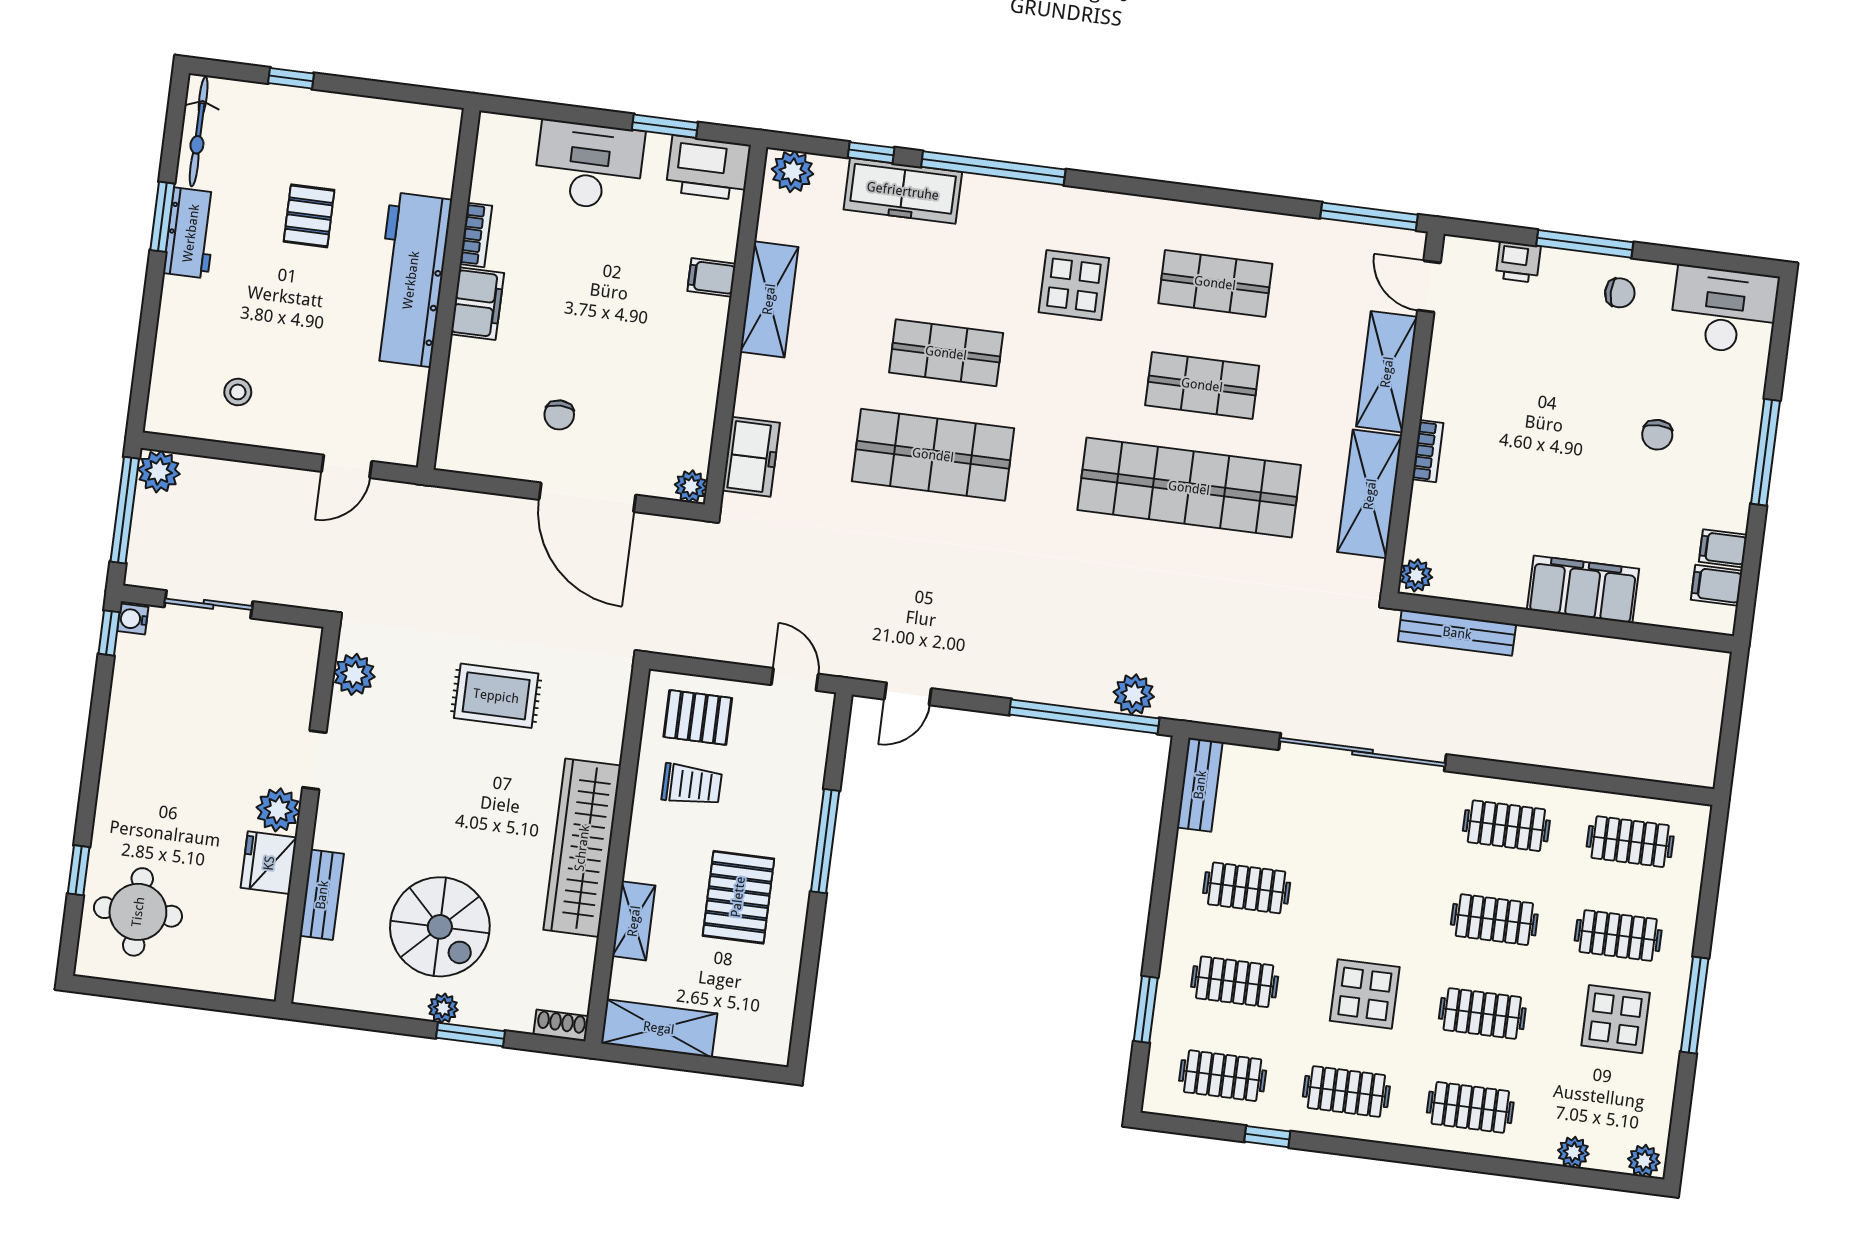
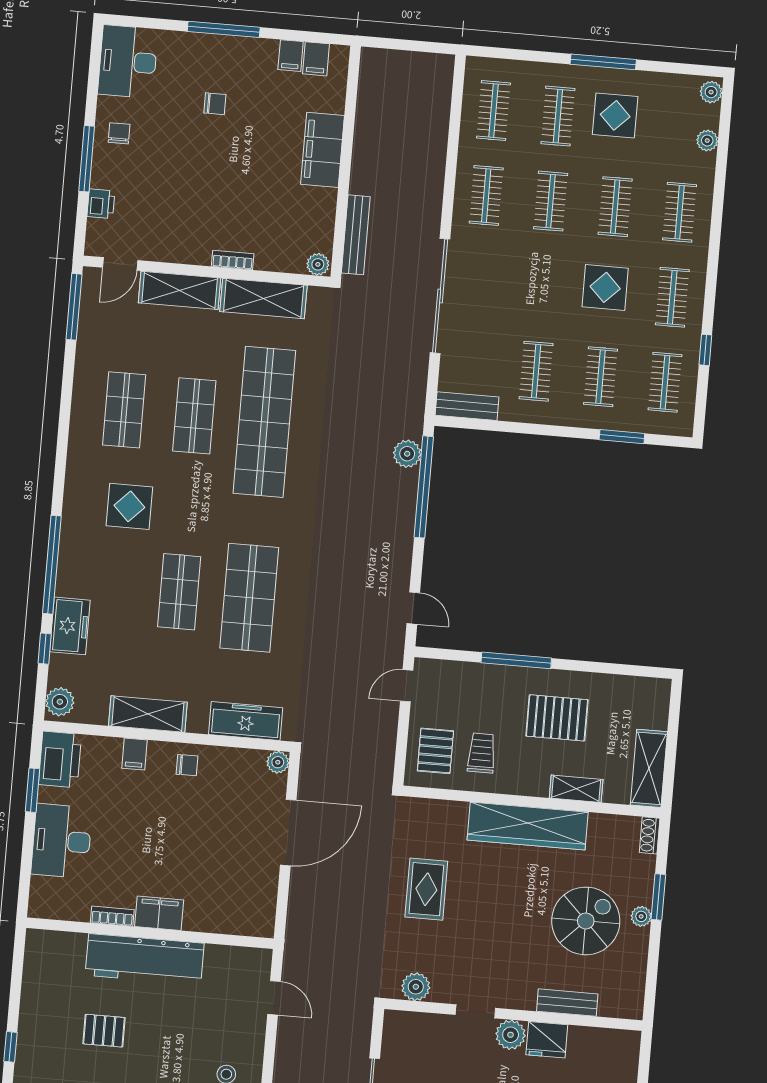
freezer: (903, 191) -> (70, 626), width x0.71
chair: (559, 415) -> (187, 765), moved
freezer: (751, 457) -> (246, 721), width x1.40

